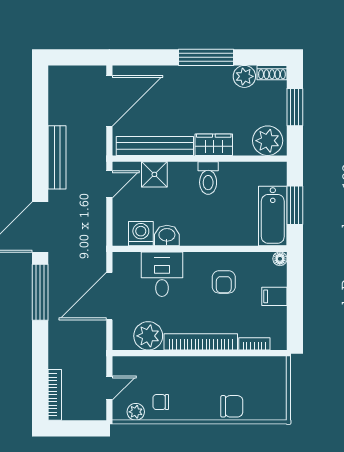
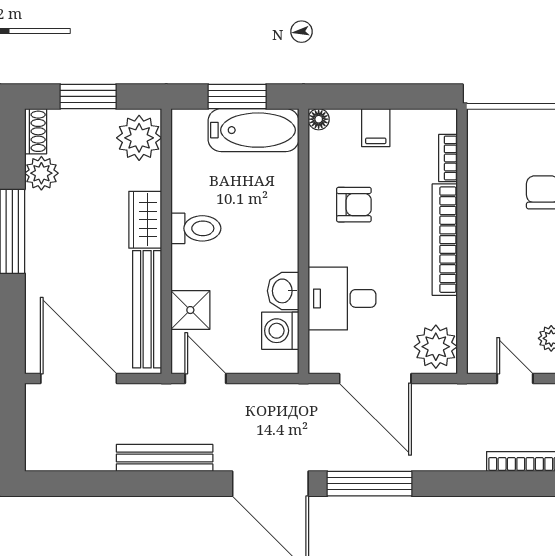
plant: (148, 336) -> (436, 347), moved
chair: (161, 402) -> (536, 300), removed

